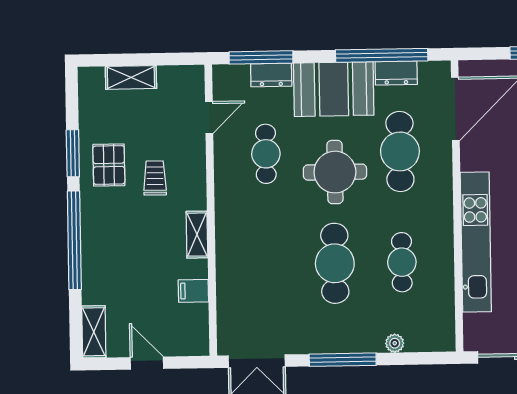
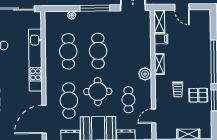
pallet: (109, 165) -> (198, 95), turned 90
plant: (229, 212) -> (145, 74), added
cafe table: (402, 262) -> (68, 51), width x1.37, depth x1.35
shelving: (94, 332) -> (159, 22), moved

